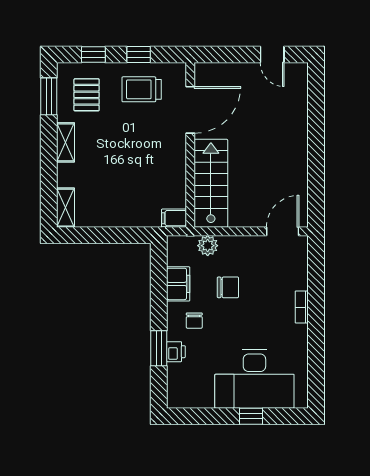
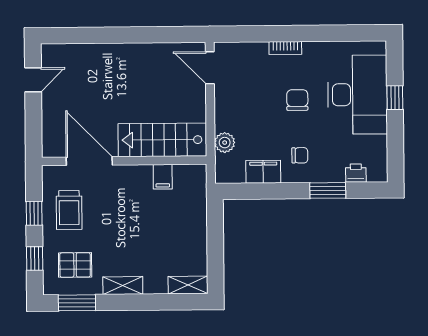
filing cabinet: (174, 218) -> (163, 177), moved
chair: (228, 287) -> (297, 100), moved
printer: (176, 352) -> (356, 173), moved

